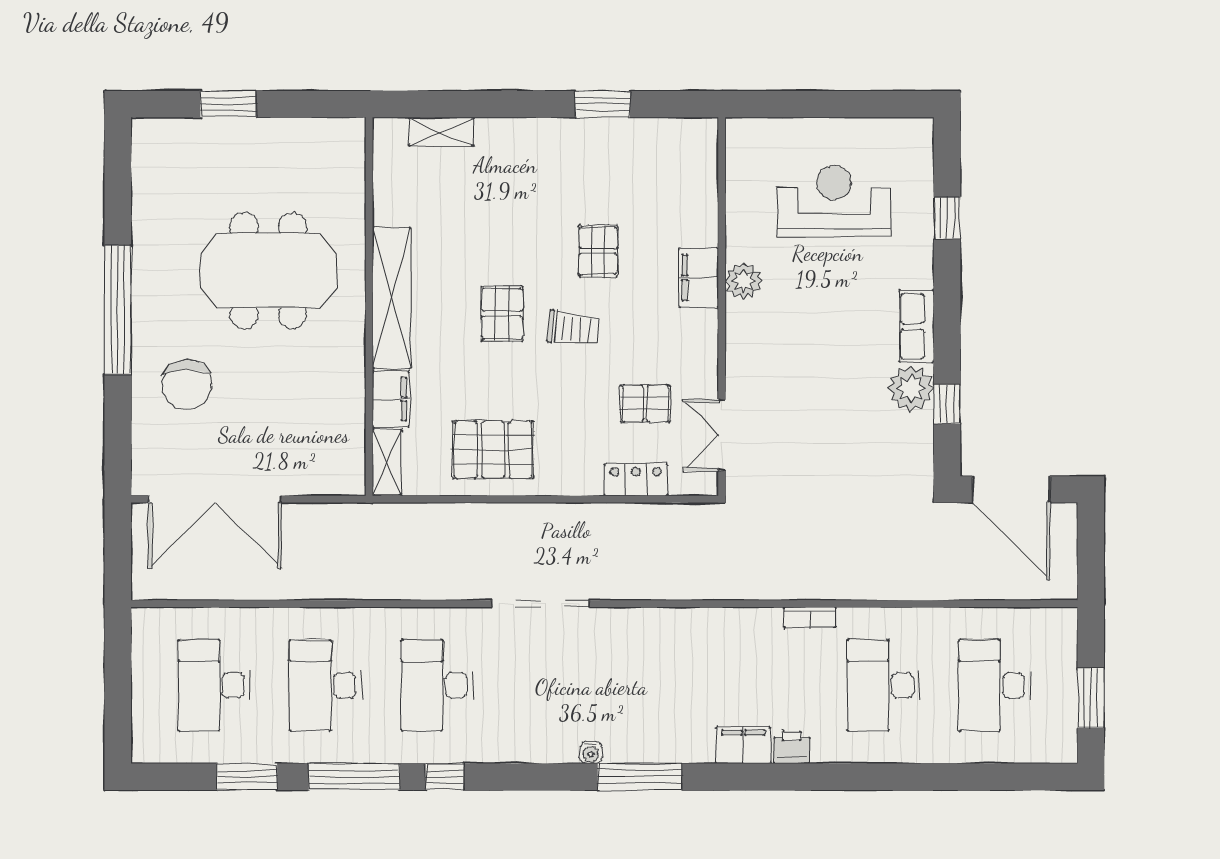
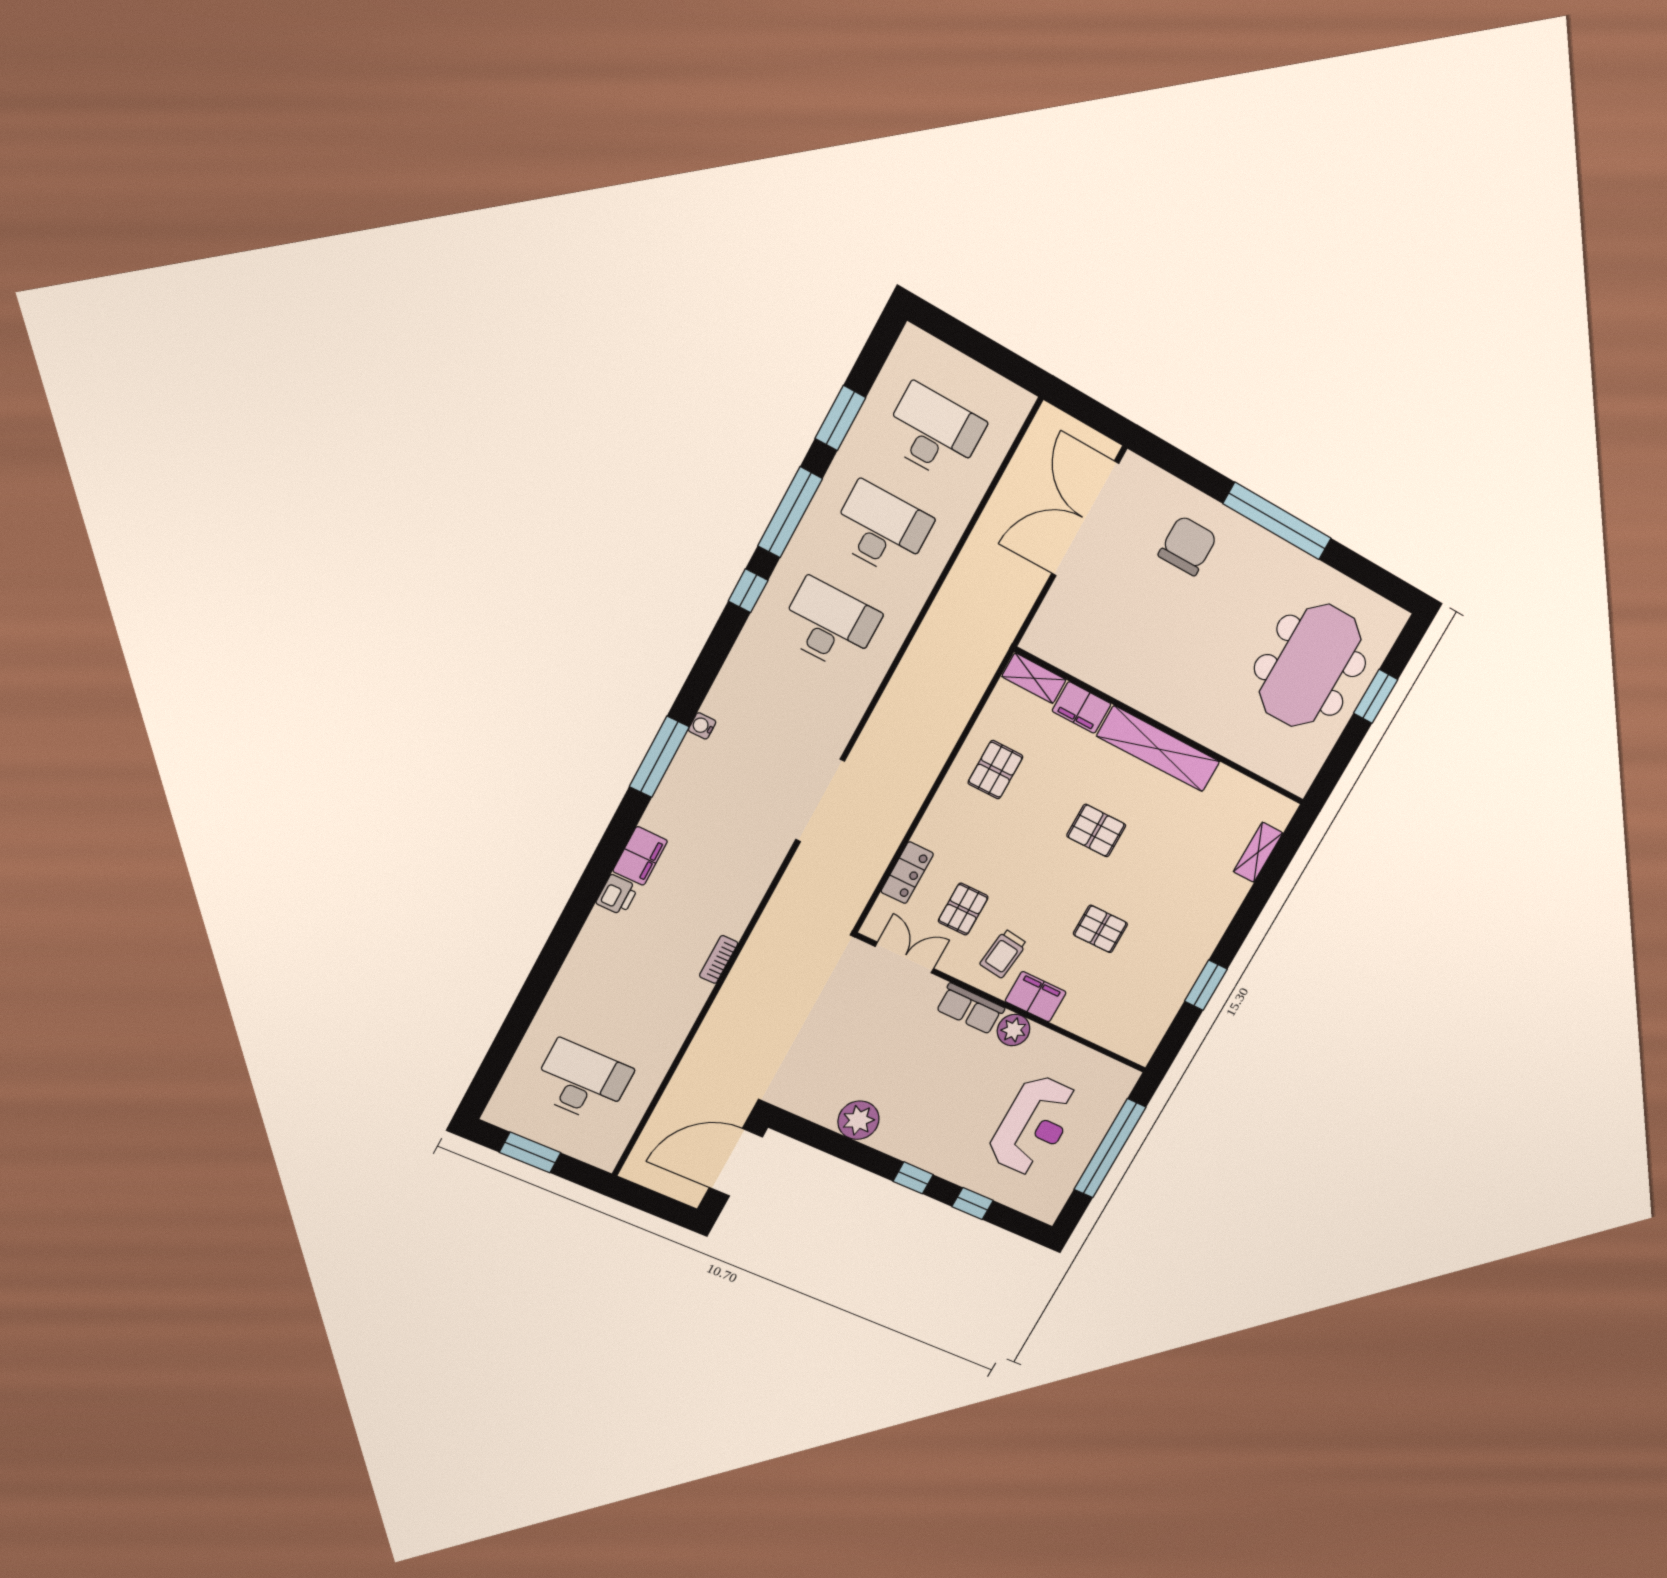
window: (822, 104) -> (1110, 1148), added
meeting table: (268, 271) -> (1310, 666), moved
row of seats: (917, 326) -> (970, 1009), moved, turned 180
trolley: (573, 329) -> (1003, 954), moved
chair: (187, 385) -> (1188, 546), turned 90
window: (947, 404) -> (913, 1178), moved
pallet: (493, 450) -> (995, 770), width x0.67, depth x0.71
doorway: (541, 604) -> (820, 800), moved
desk: (883, 685) -> (630, 993), removed

